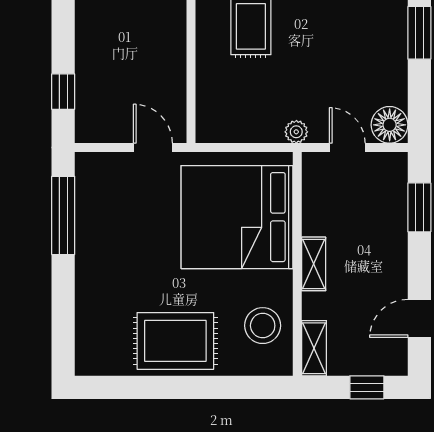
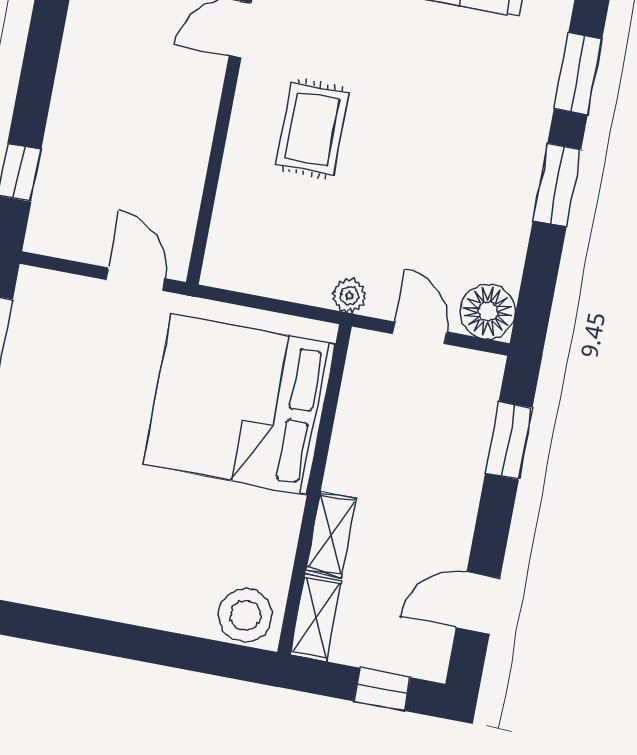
shelving: (314, 264) -> (331, 534), moved
stool: (263, 326) -> (245, 615), moved
rug: (175, 341) -> (115, 568), removed

